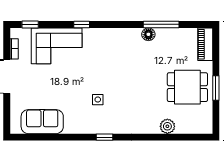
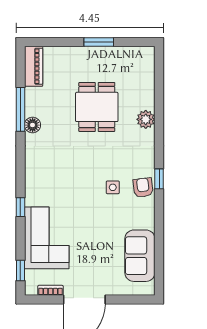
piano: (205, 44) -> (34, 66), moved, turned -90
dining table: (187, 87) -> (97, 107), moved
armchair: (98, 124) -> (143, 188), added
plant: (167, 126) -> (146, 119), moved

